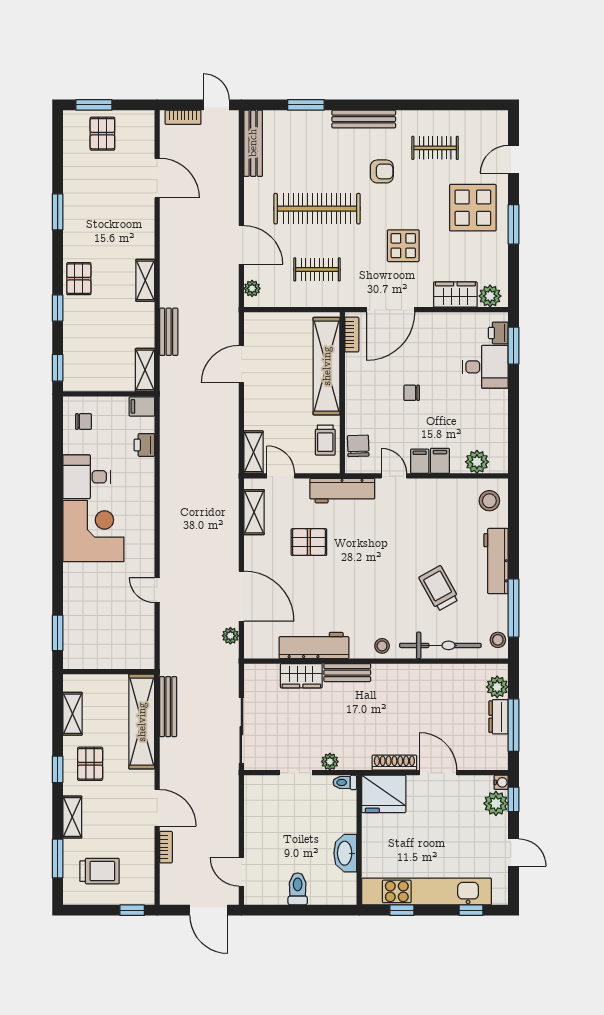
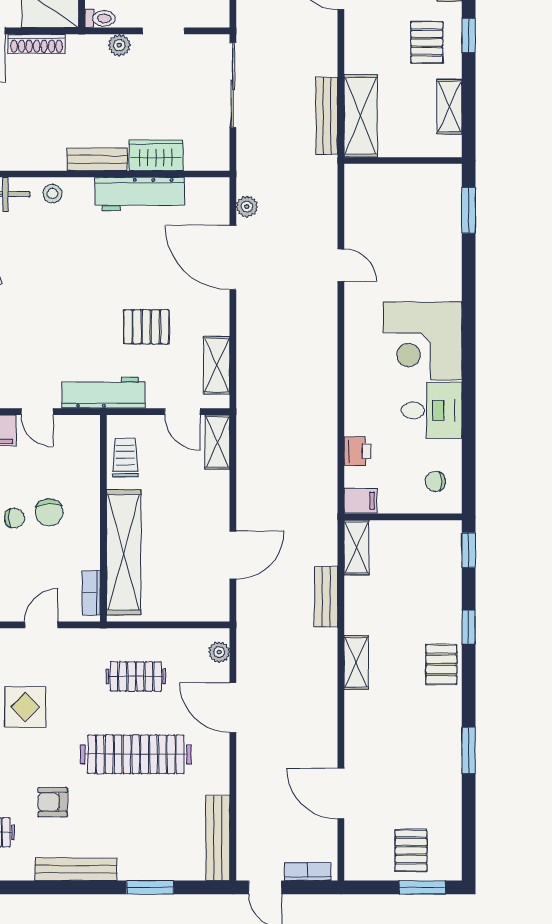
door: (391, 310) -> (41, 625), width x0.53
chair: (358, 446) -> (49, 512), moved
shelving: (142, 722) -> (361, 116), width x0.68

